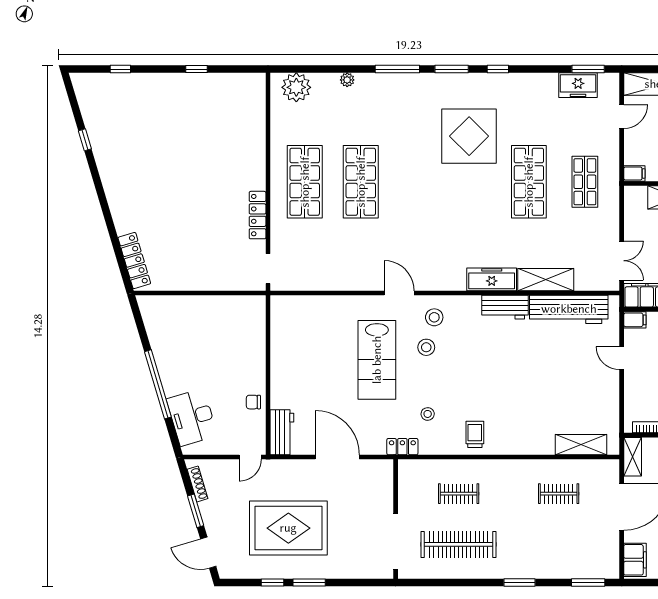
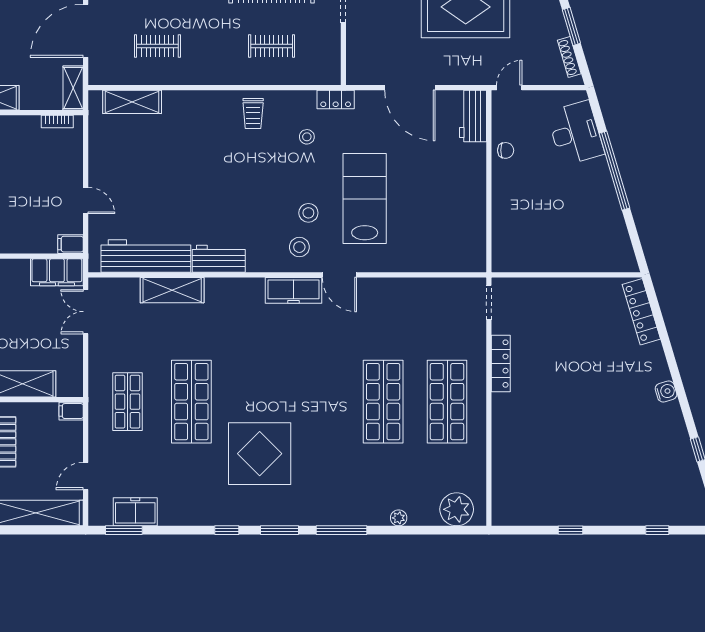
water cooler: (113, 191) -> (666, 391), added
freezer: (492, 279) -> (294, 290), moved

